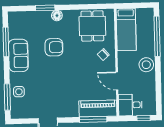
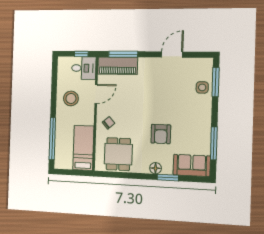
armchair: (54, 47) -> (161, 134), turned -90
sofa: (18, 55) -> (192, 165), moved, turned 90
stool: (146, 65) -> (71, 98), moved
door: (117, 81) -> (96, 94), hinge flipped
window: (144, 118) -> (81, 54), moved

